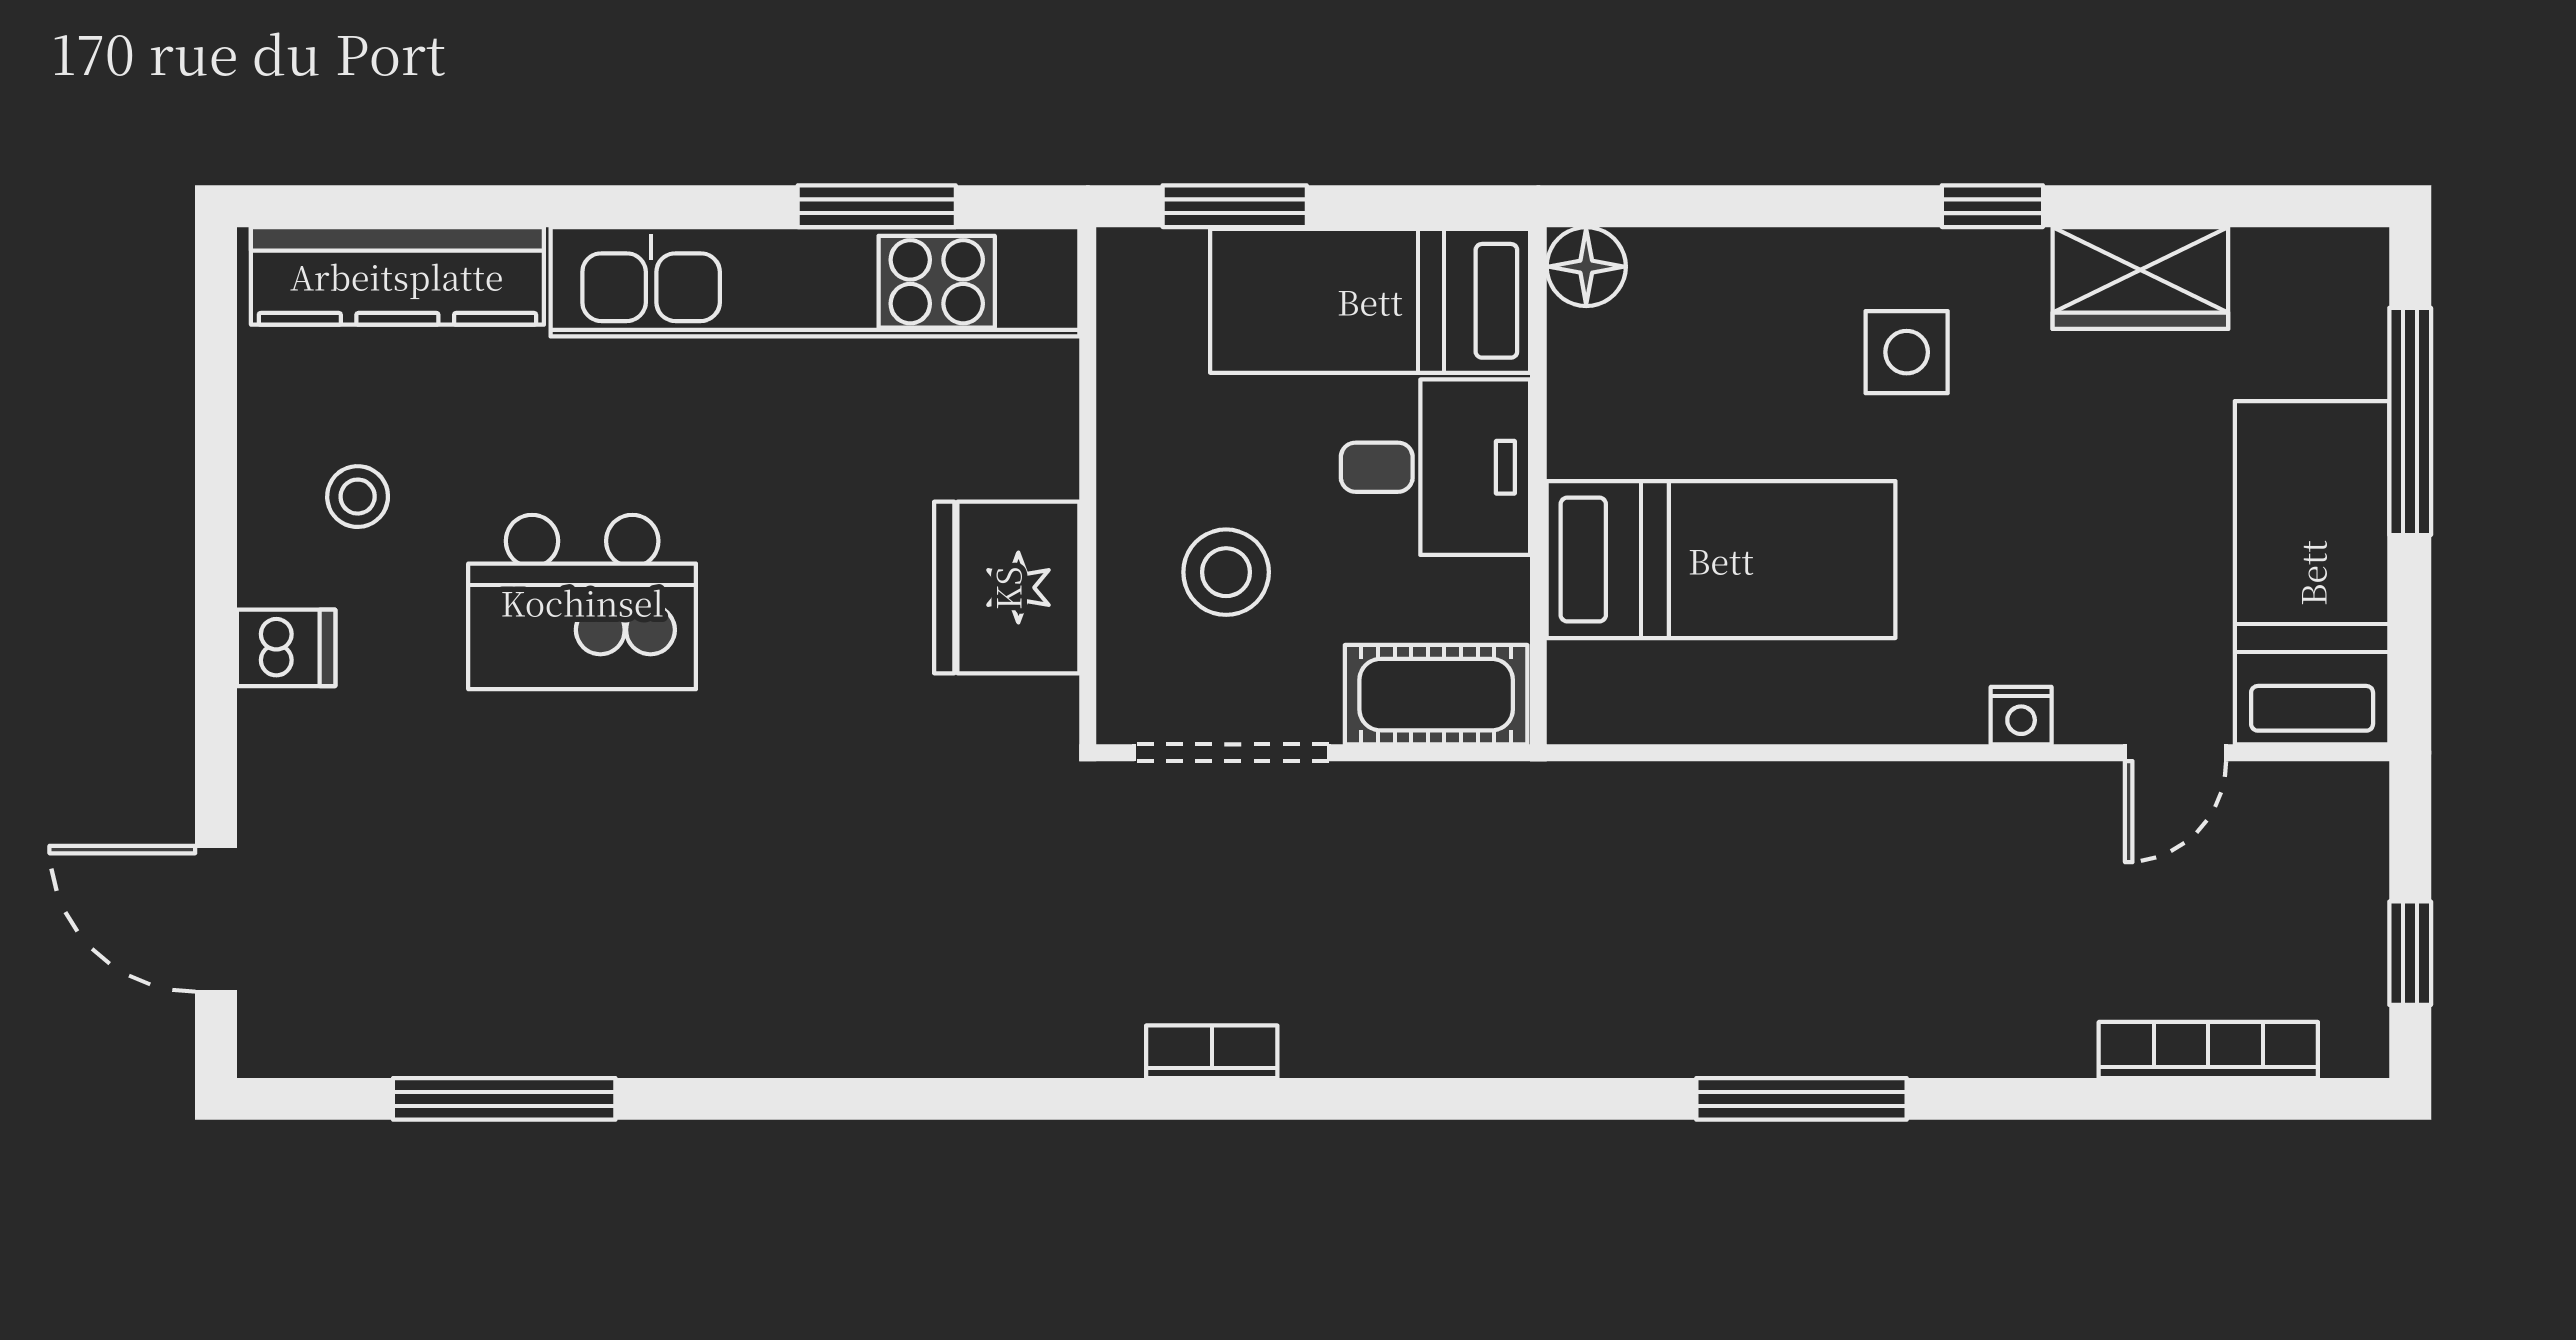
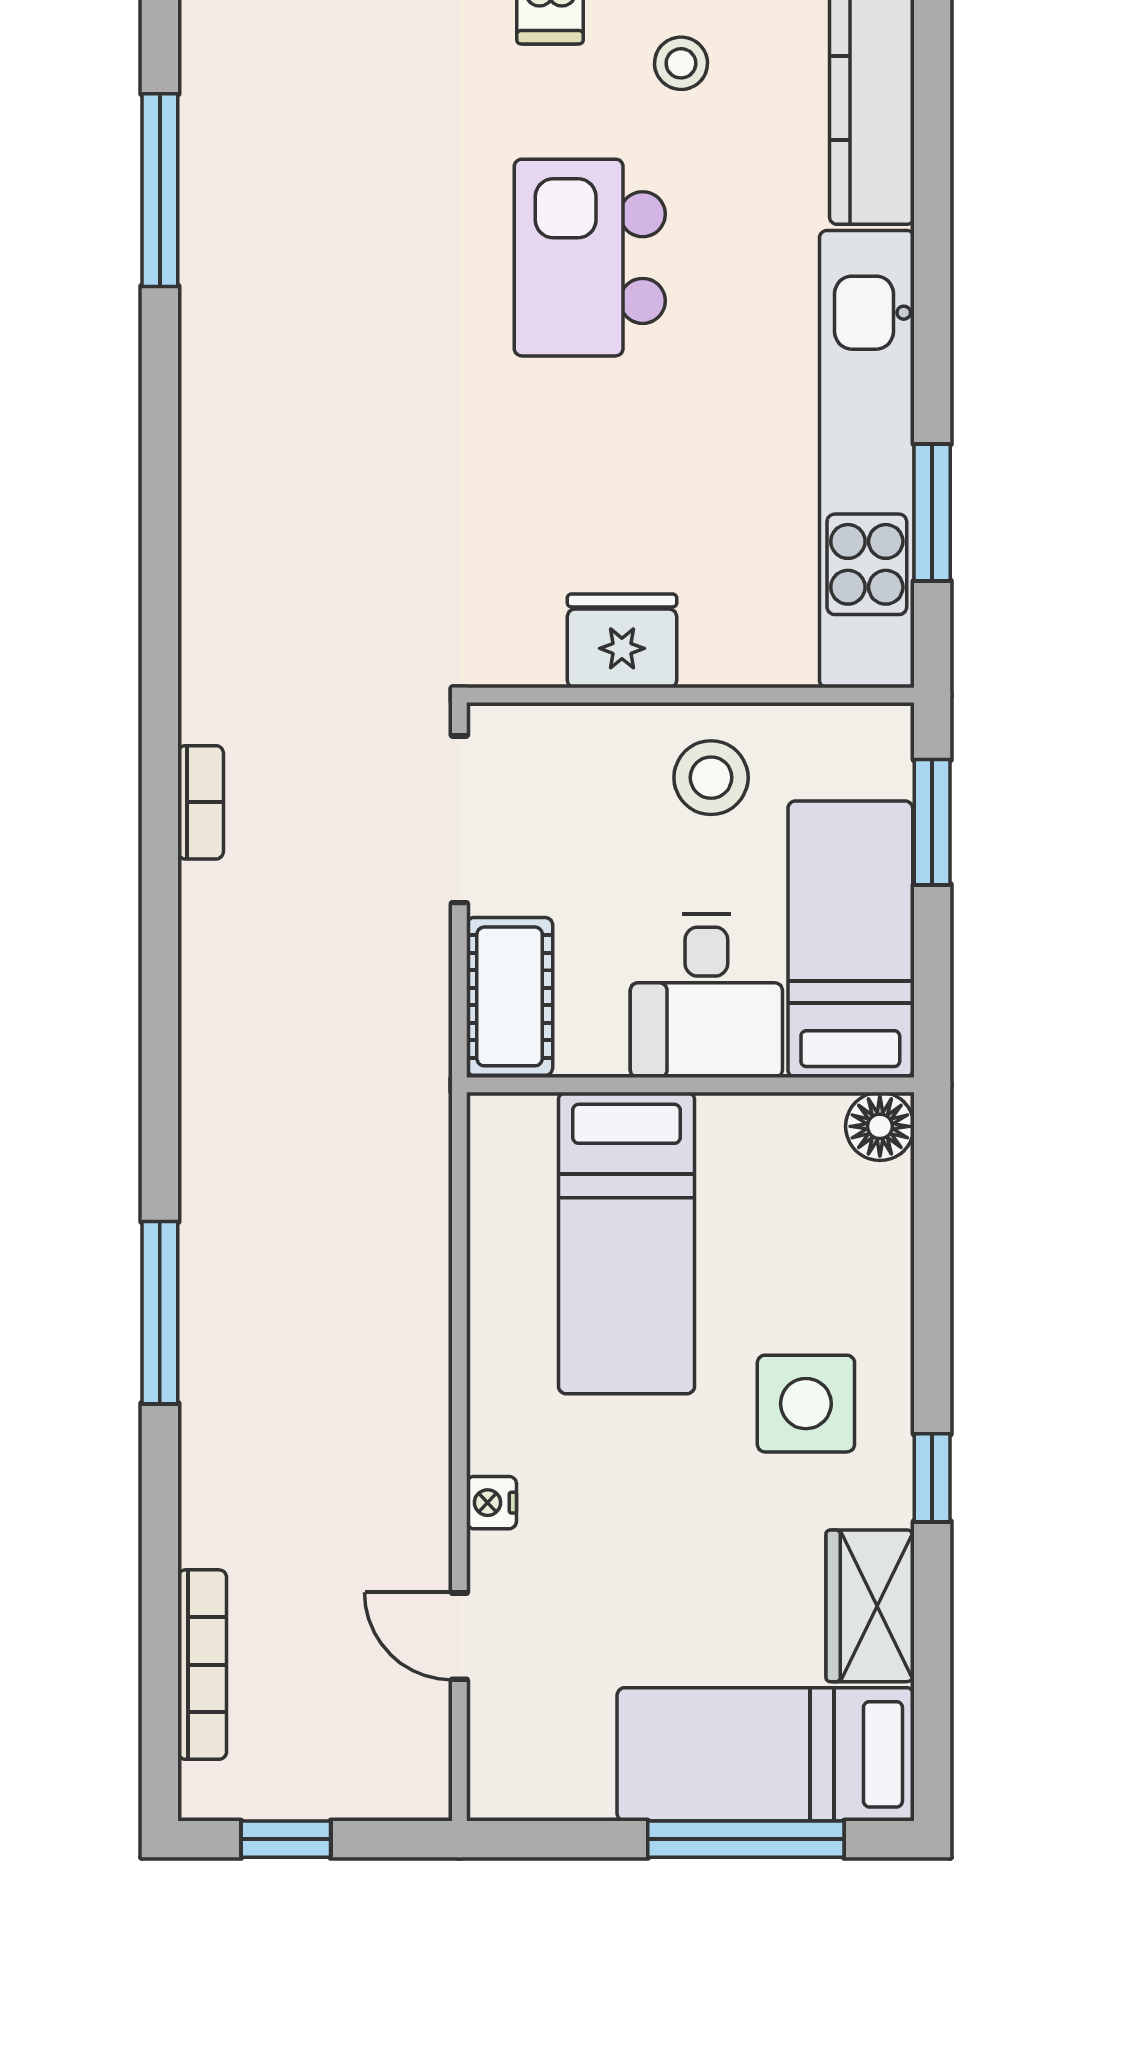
side table: (1907, 352) -> (806, 1404), width x1.37, depth x1.37
stool: (1226, 572) -> (711, 778), moved
bed: (2312, 573) -> (766, 1754), moved, turned 180
fridge: (1007, 588) -> (622, 641), width x0.73, depth x0.75

